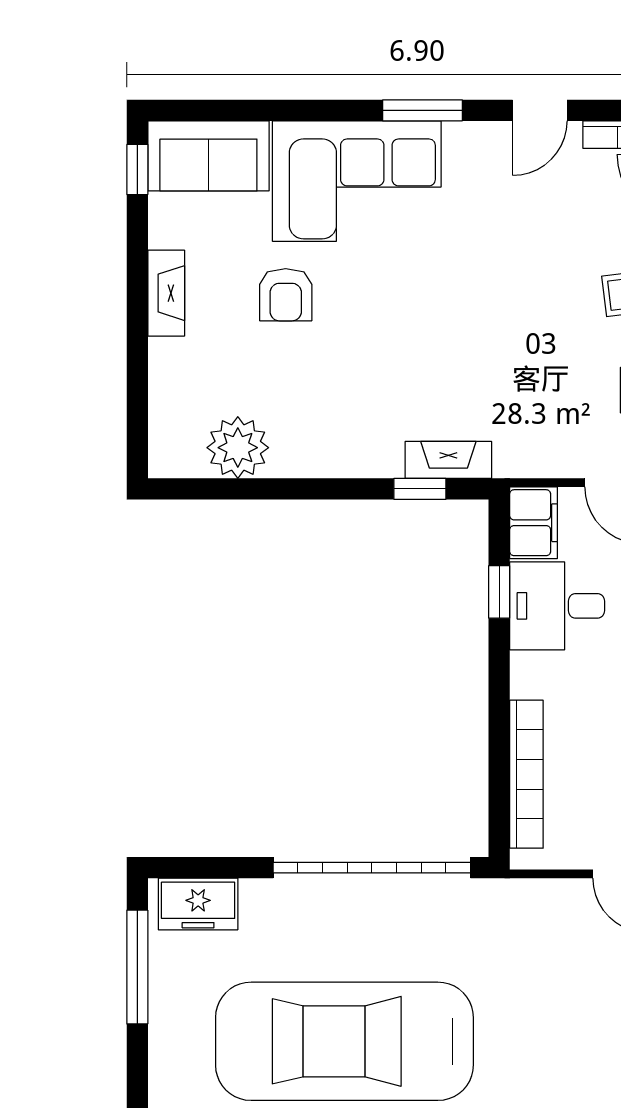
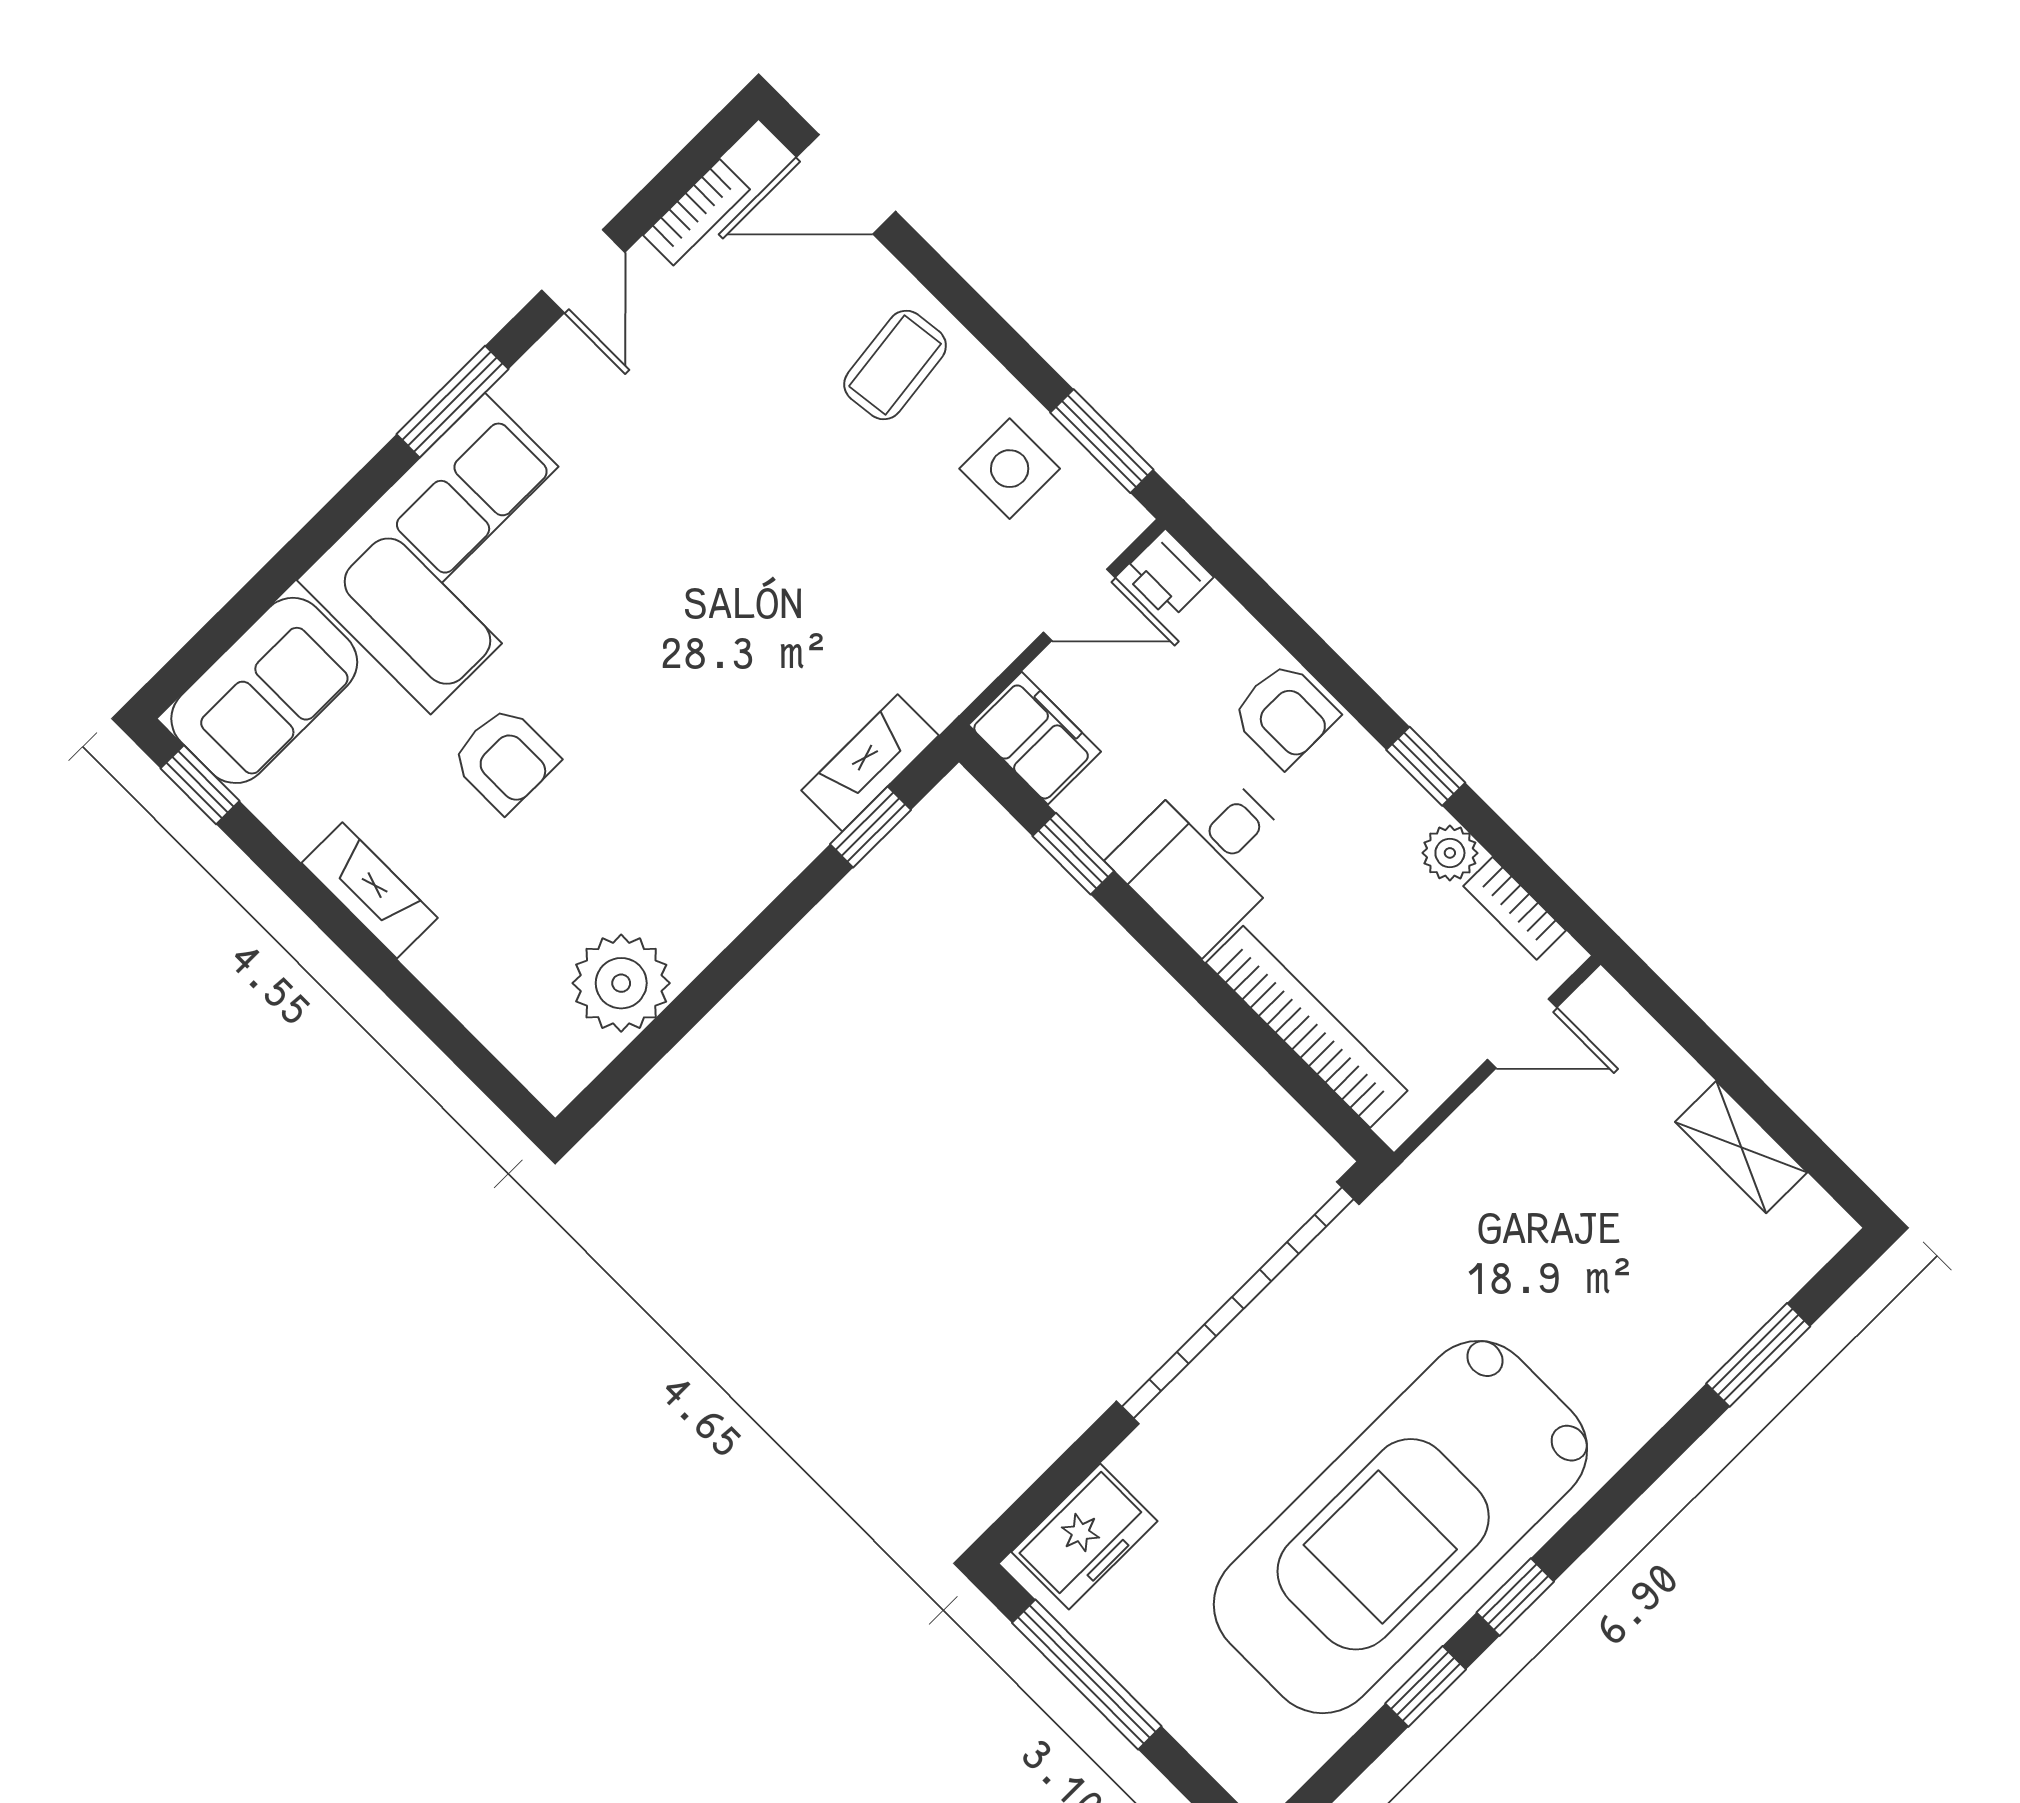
desk: (557, 606) -> (1206, 857), moved

